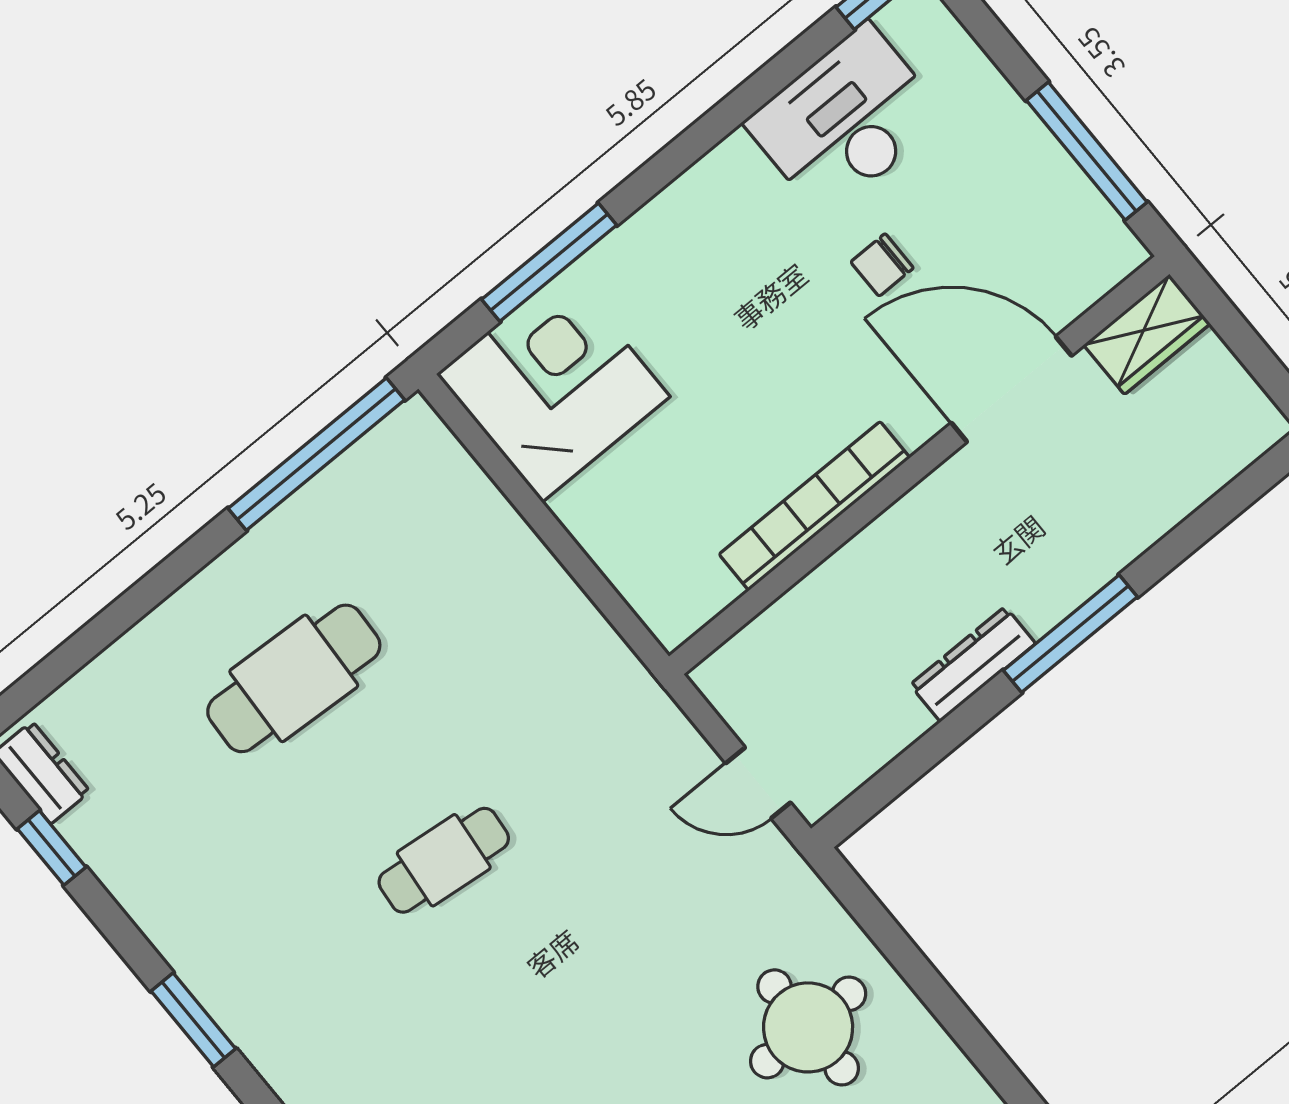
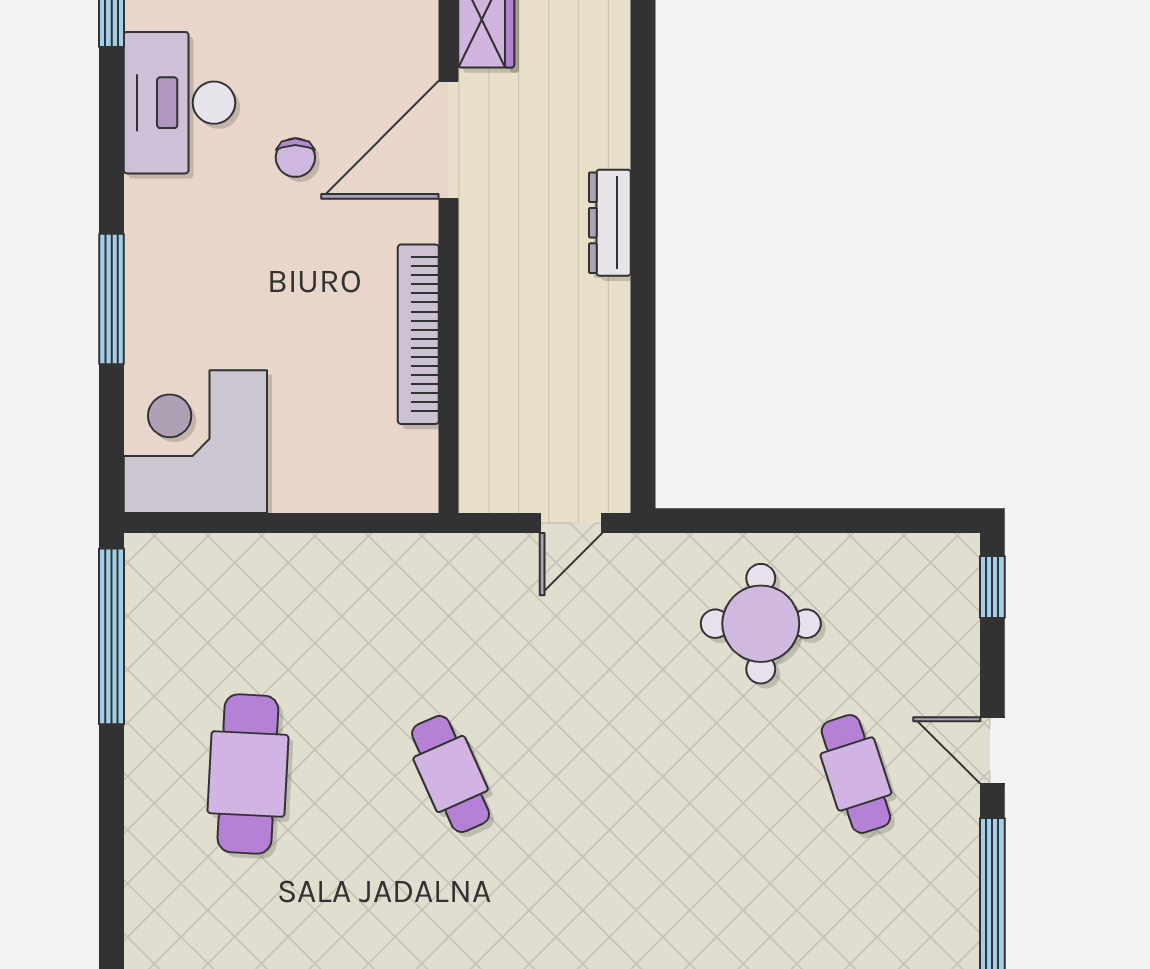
window: (549, 262) -> (112, 299), moved
window: (1070, 634) -> (643, 234), removed
dresser: (973, 664) -> (610, 223), moved
cafe table: (444, 860) -> (451, 774), turned -30

